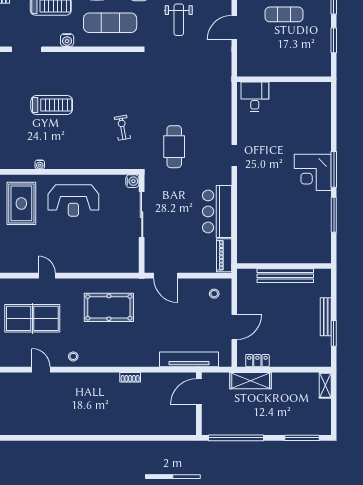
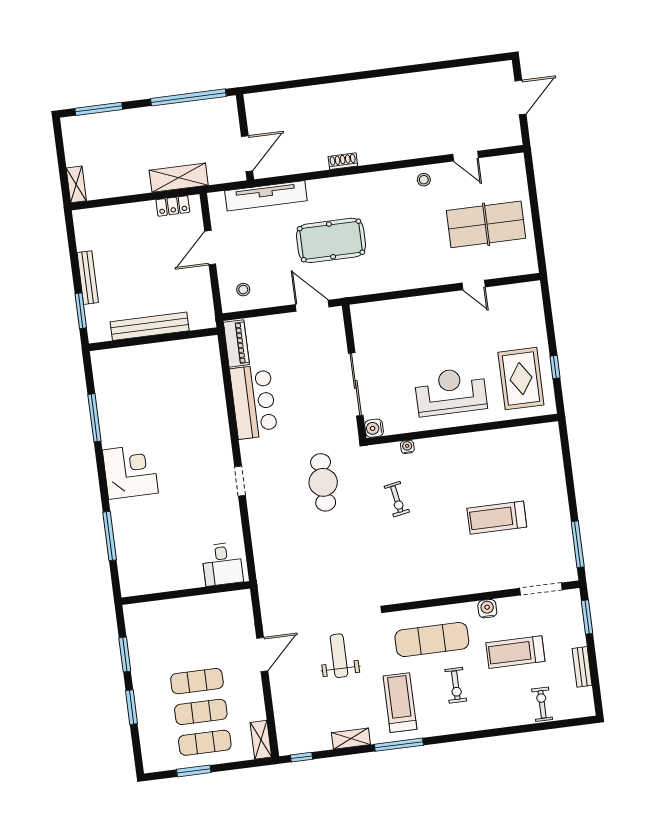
water cooler: (40, 165) -> (407, 447), moved
window: (334, 169) -> (110, 536), moved
pool table: (109, 307) -> (331, 240), moved
window: (334, 333) -> (81, 311), moved

